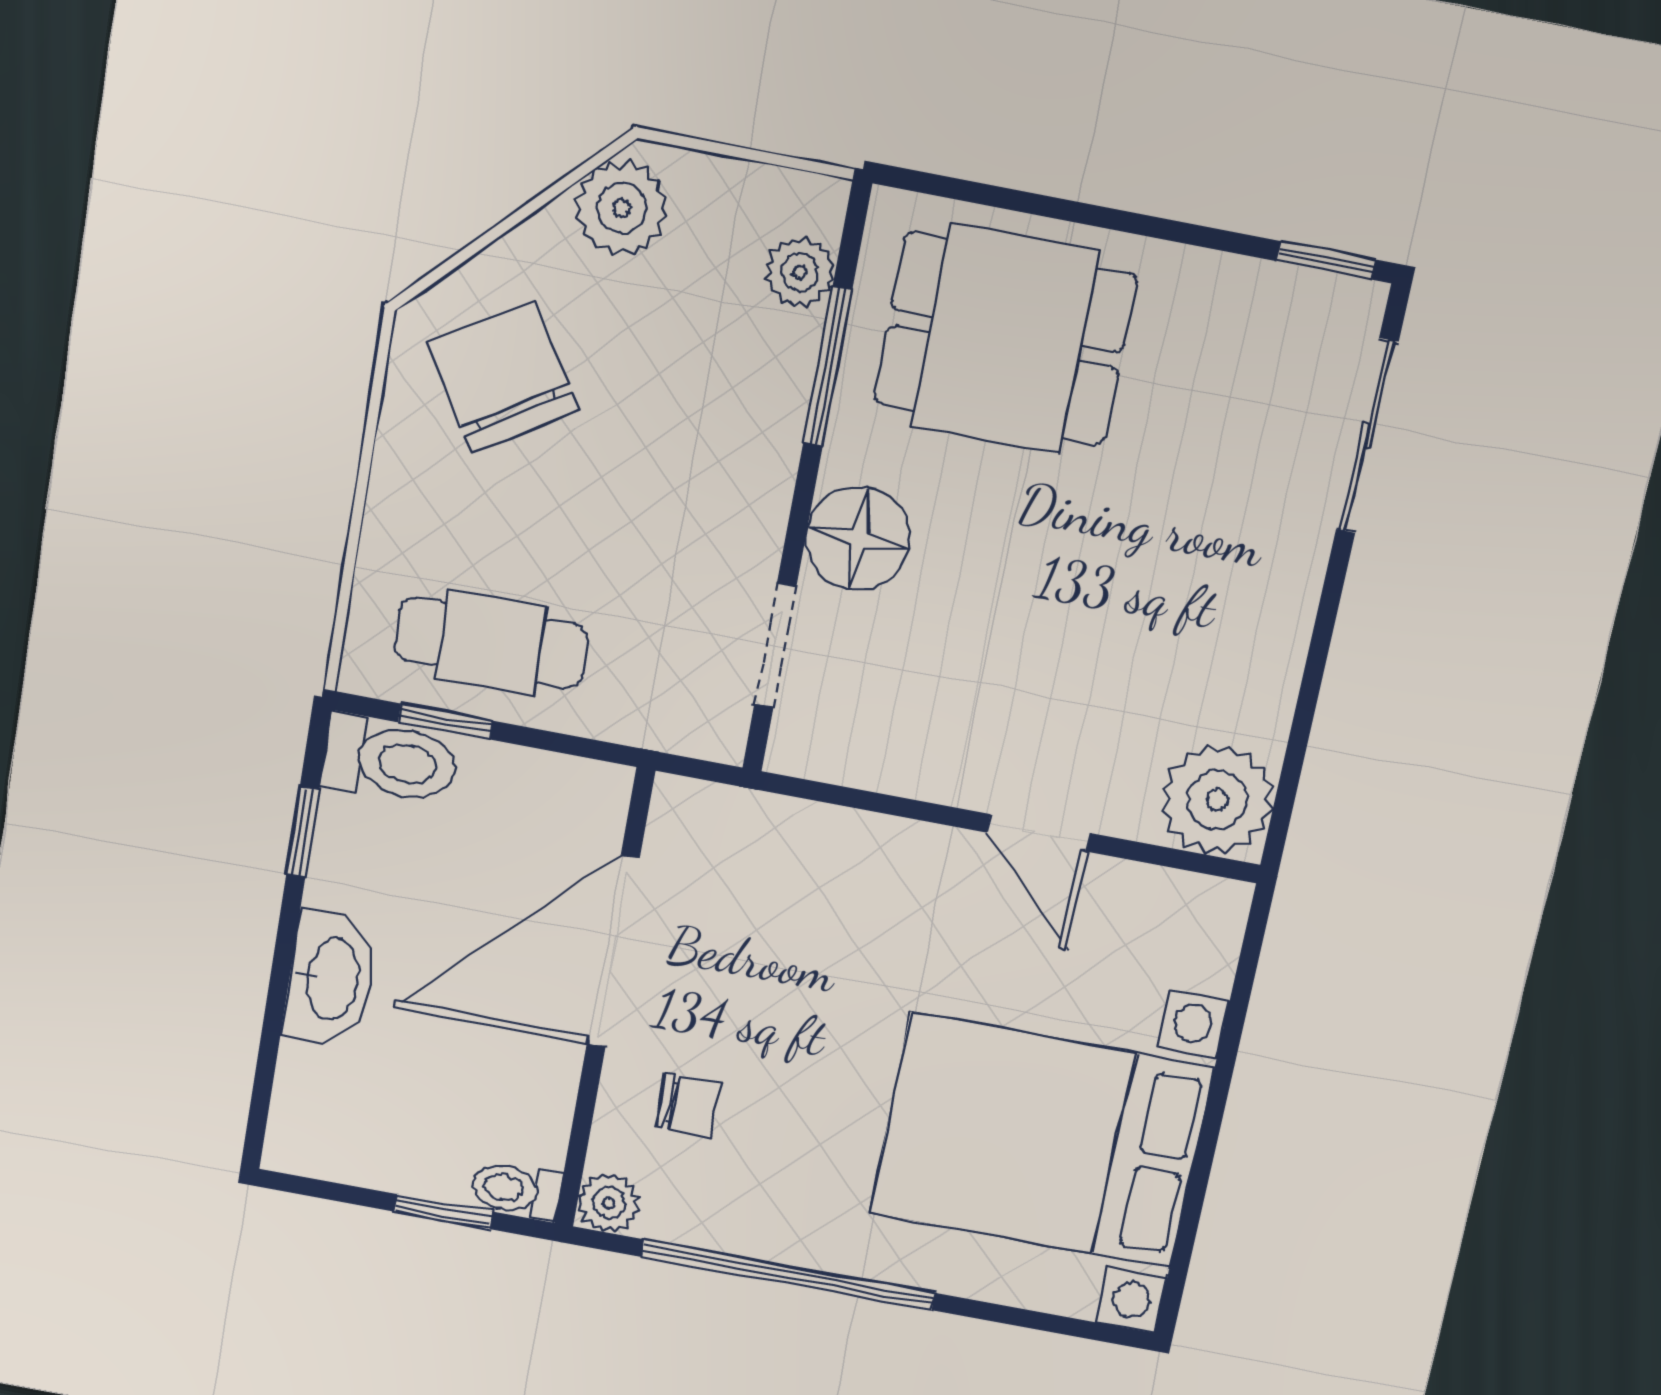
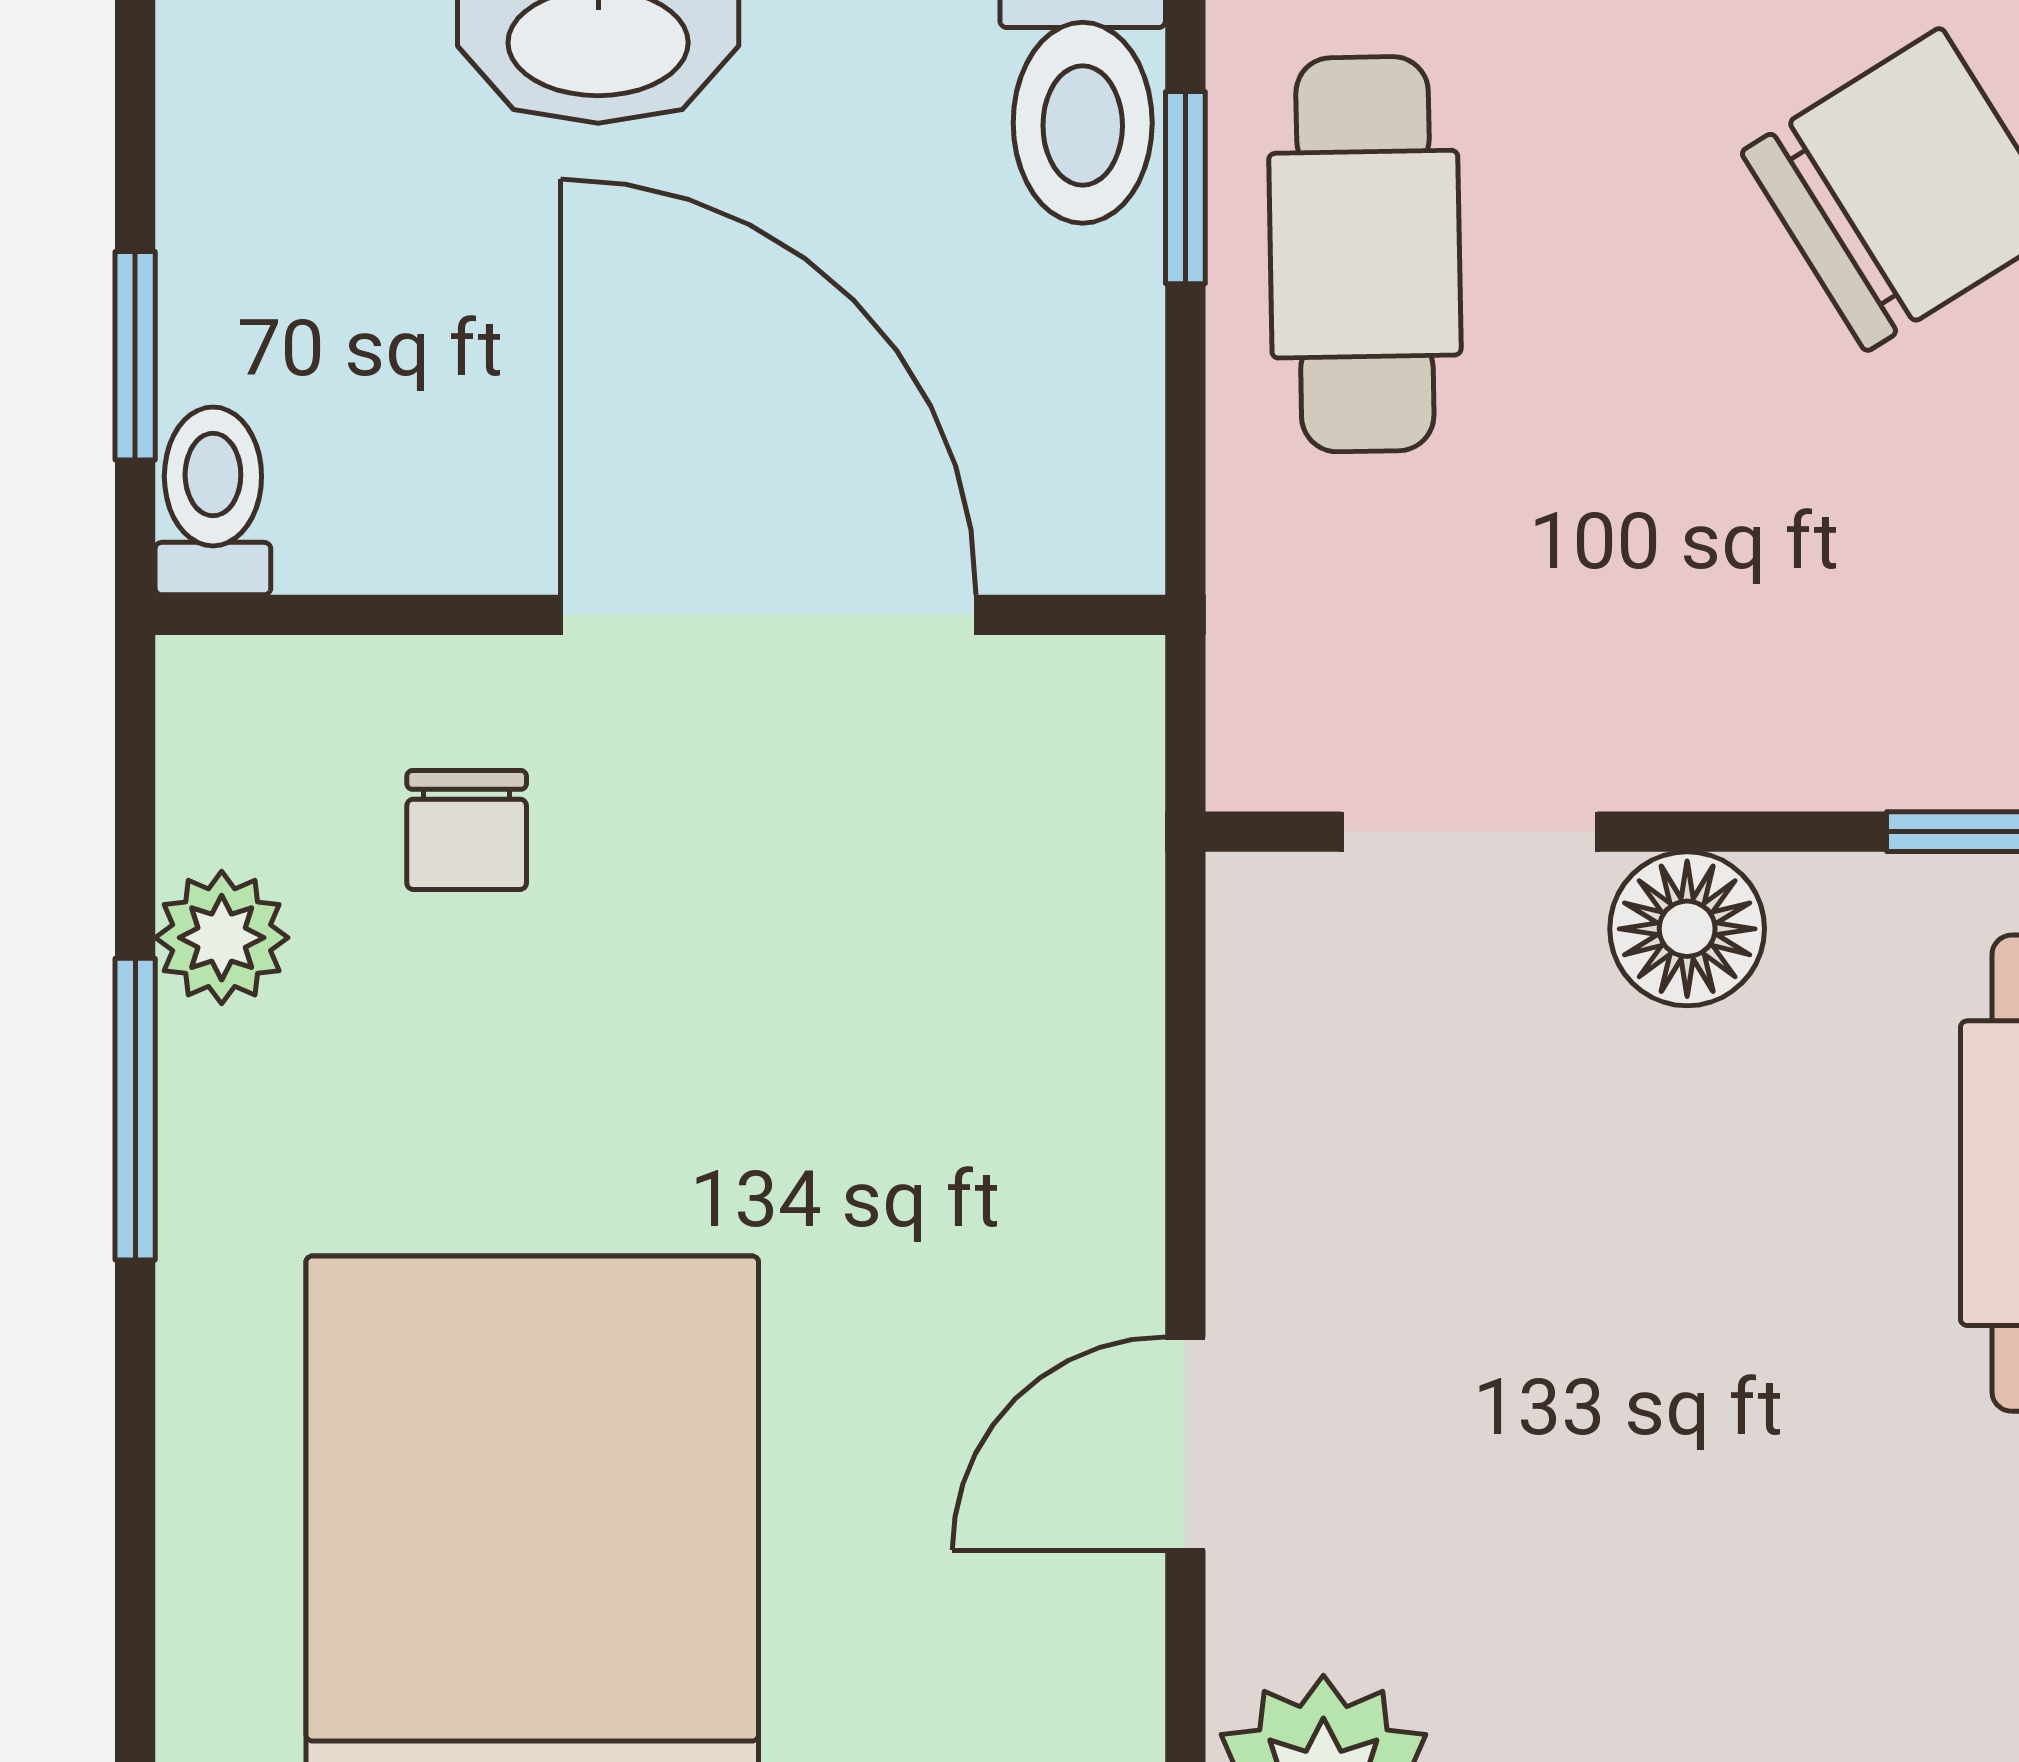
floor lamp: (858, 539) -> (1687, 929), width x0.73, depth x0.73
plant: (609, 1203) -> (222, 938), moved
window: (788, 1275) -> (135, 1109), width x0.47

